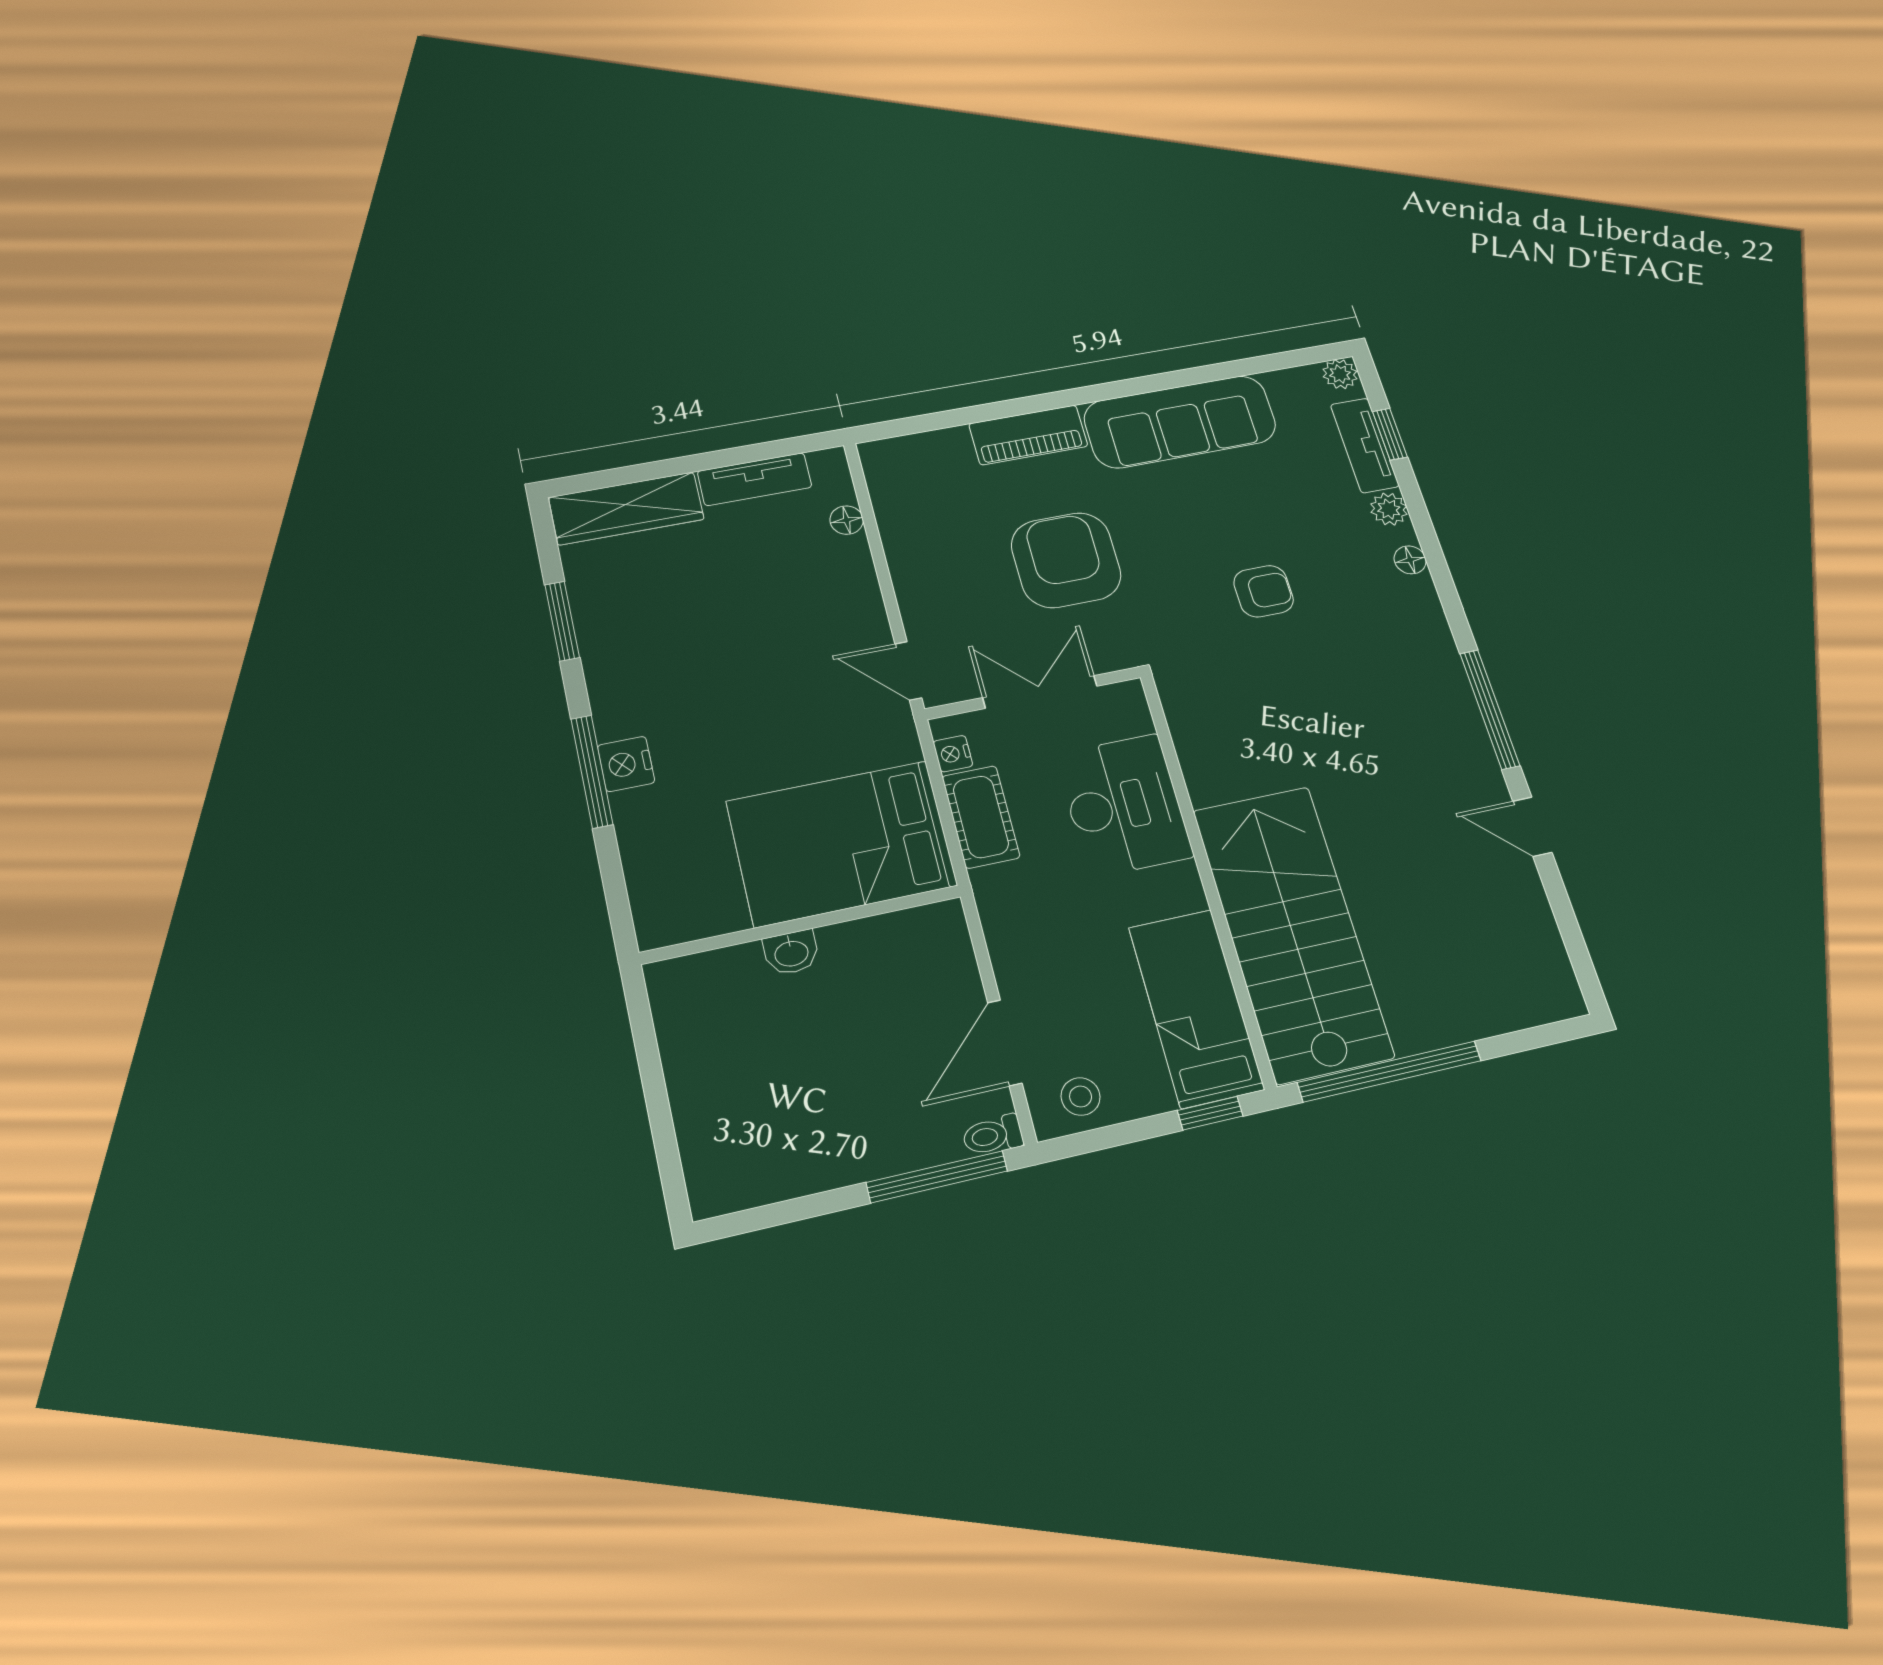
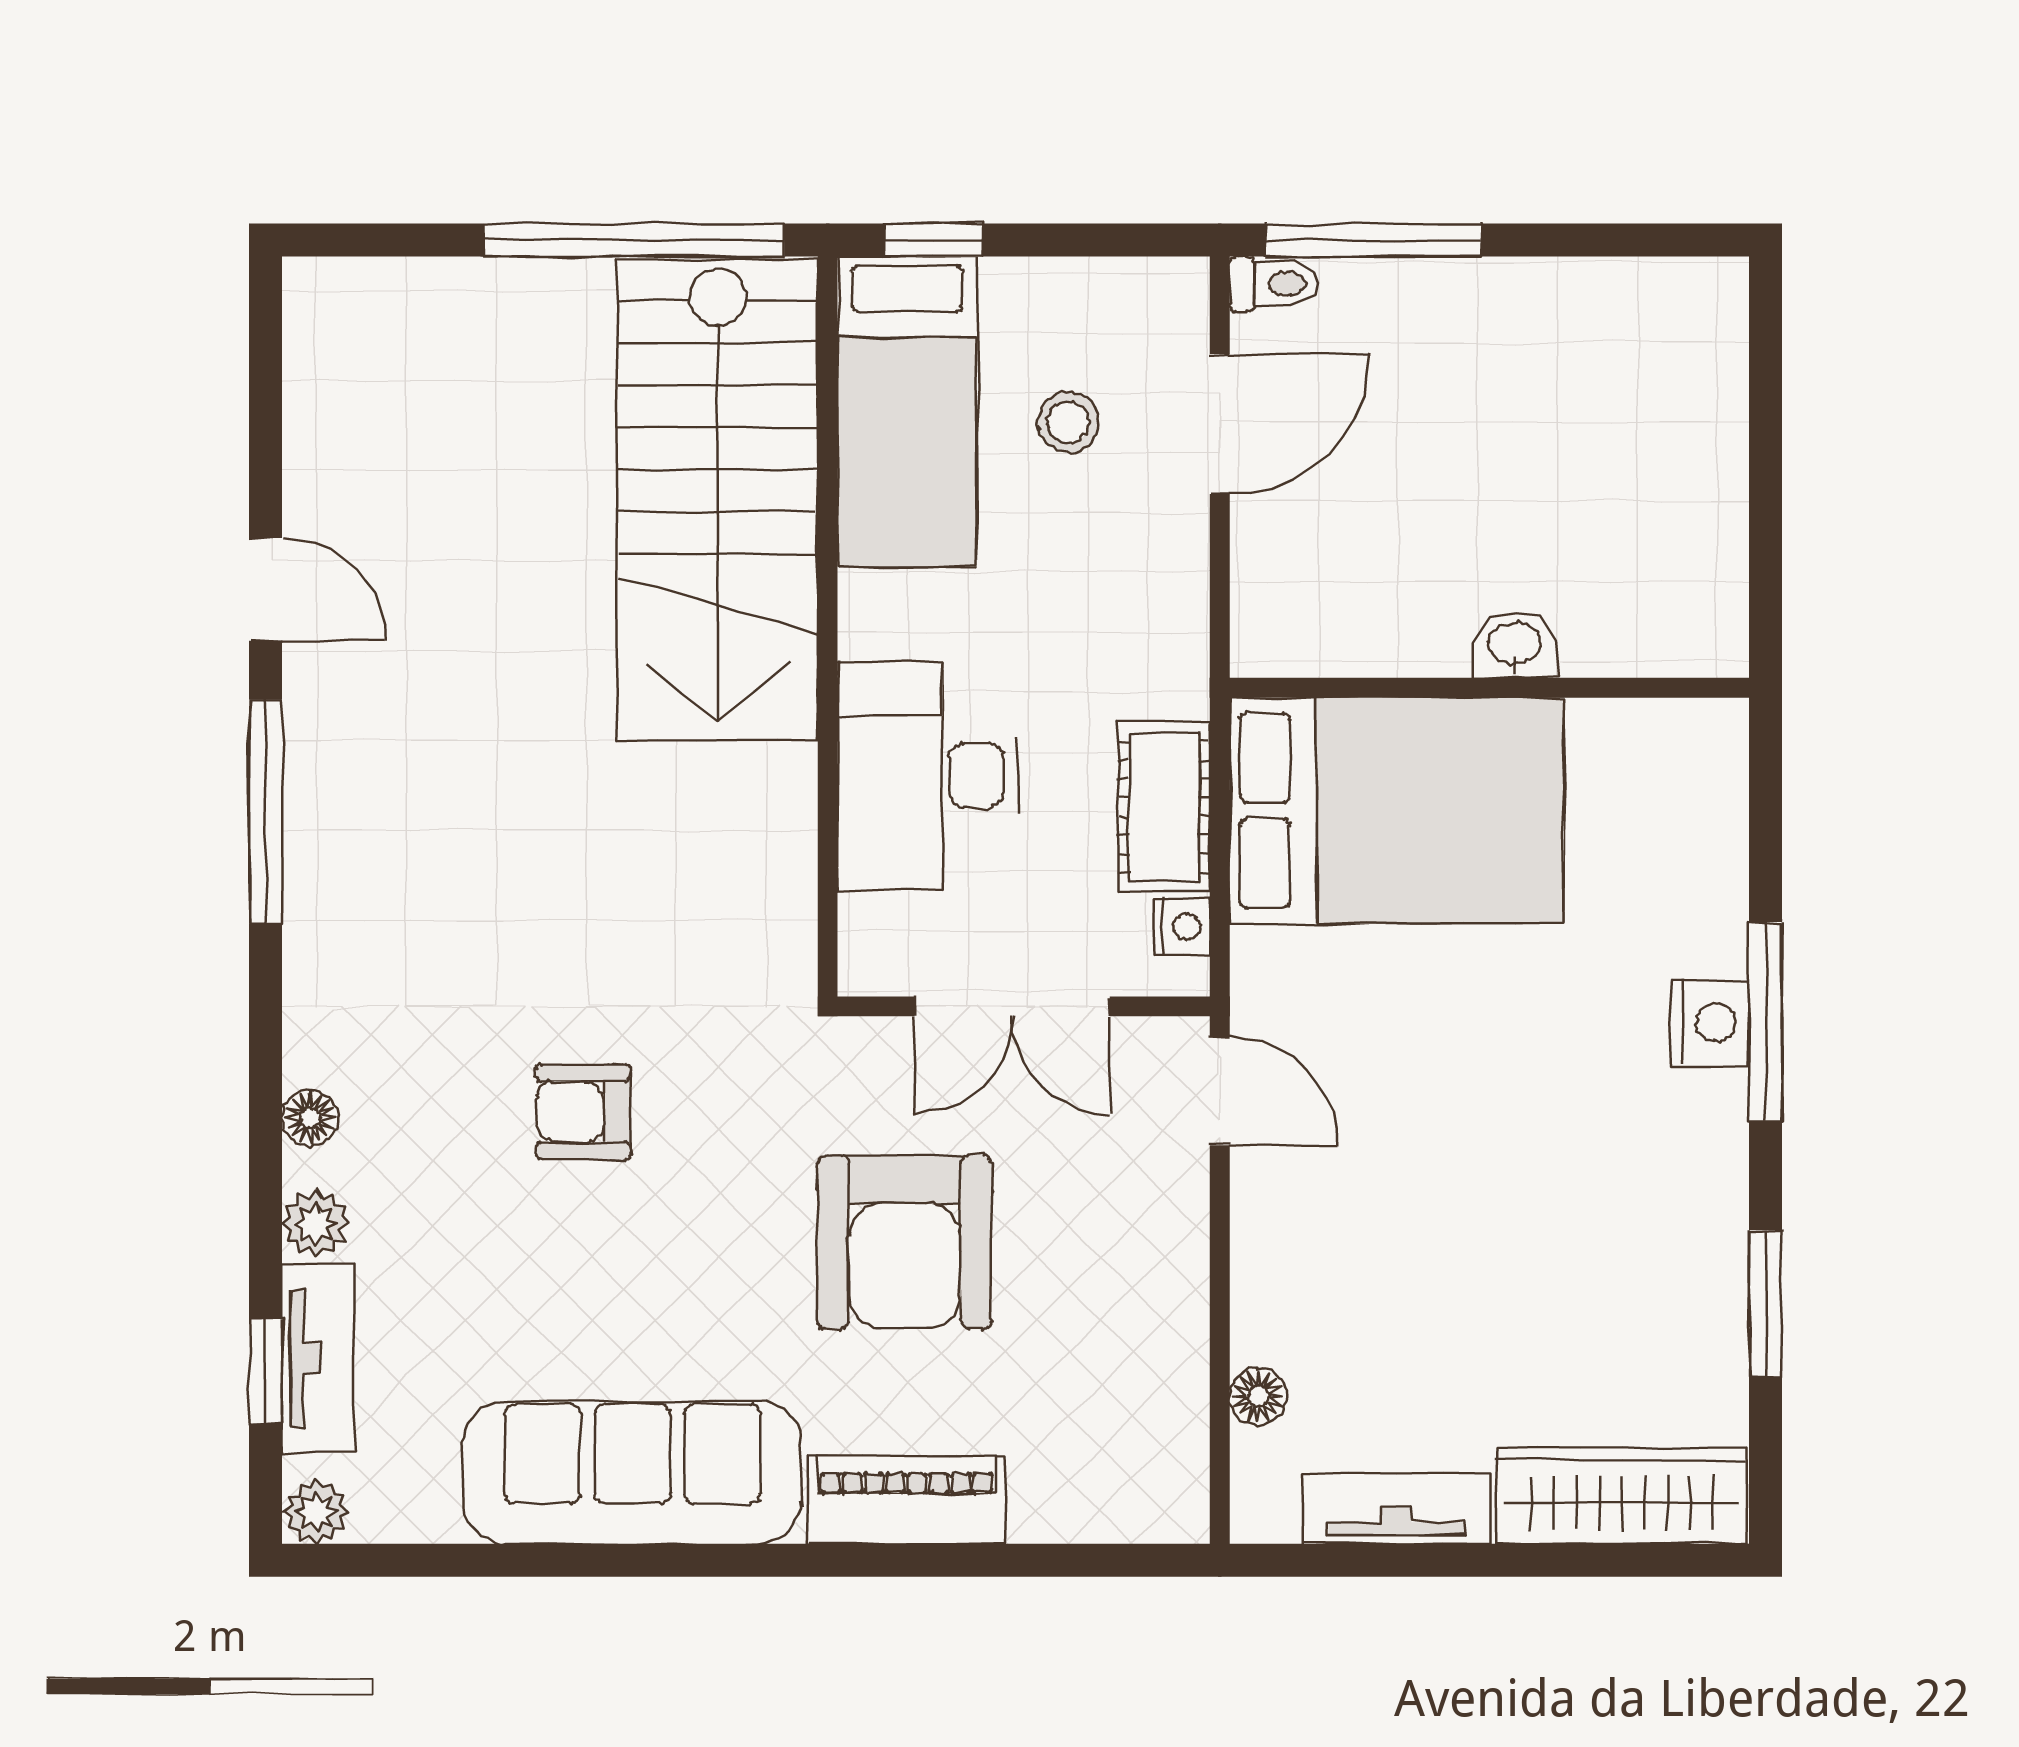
stool: (1081, 1097) -> (1068, 422), moved

